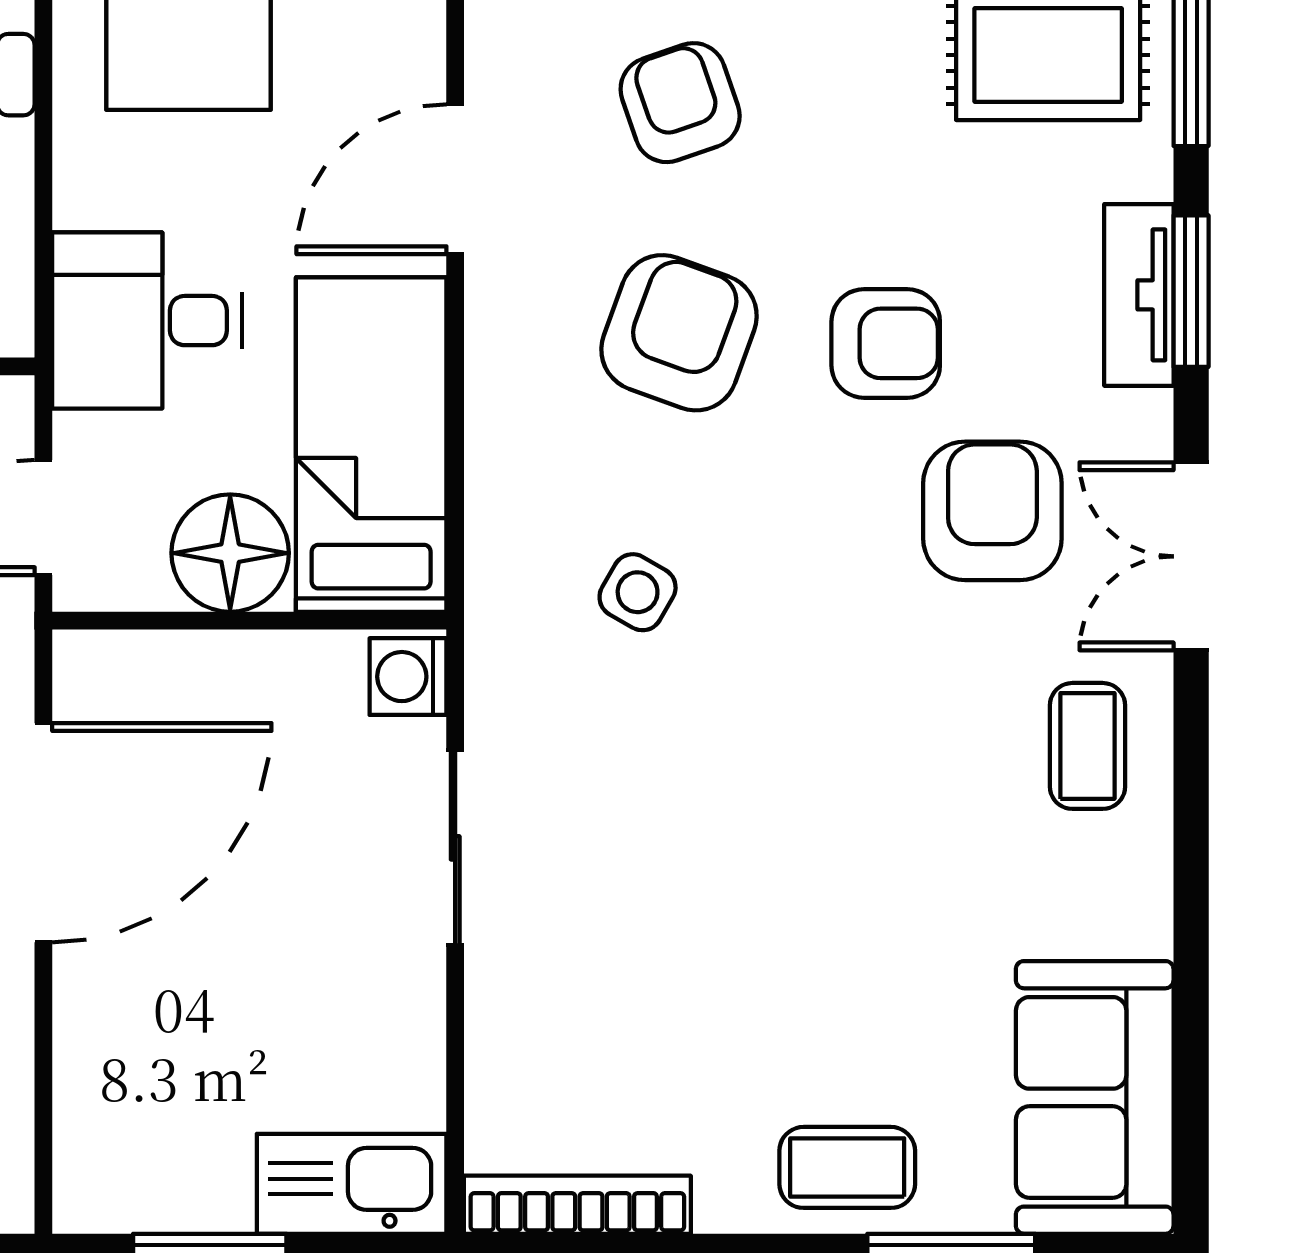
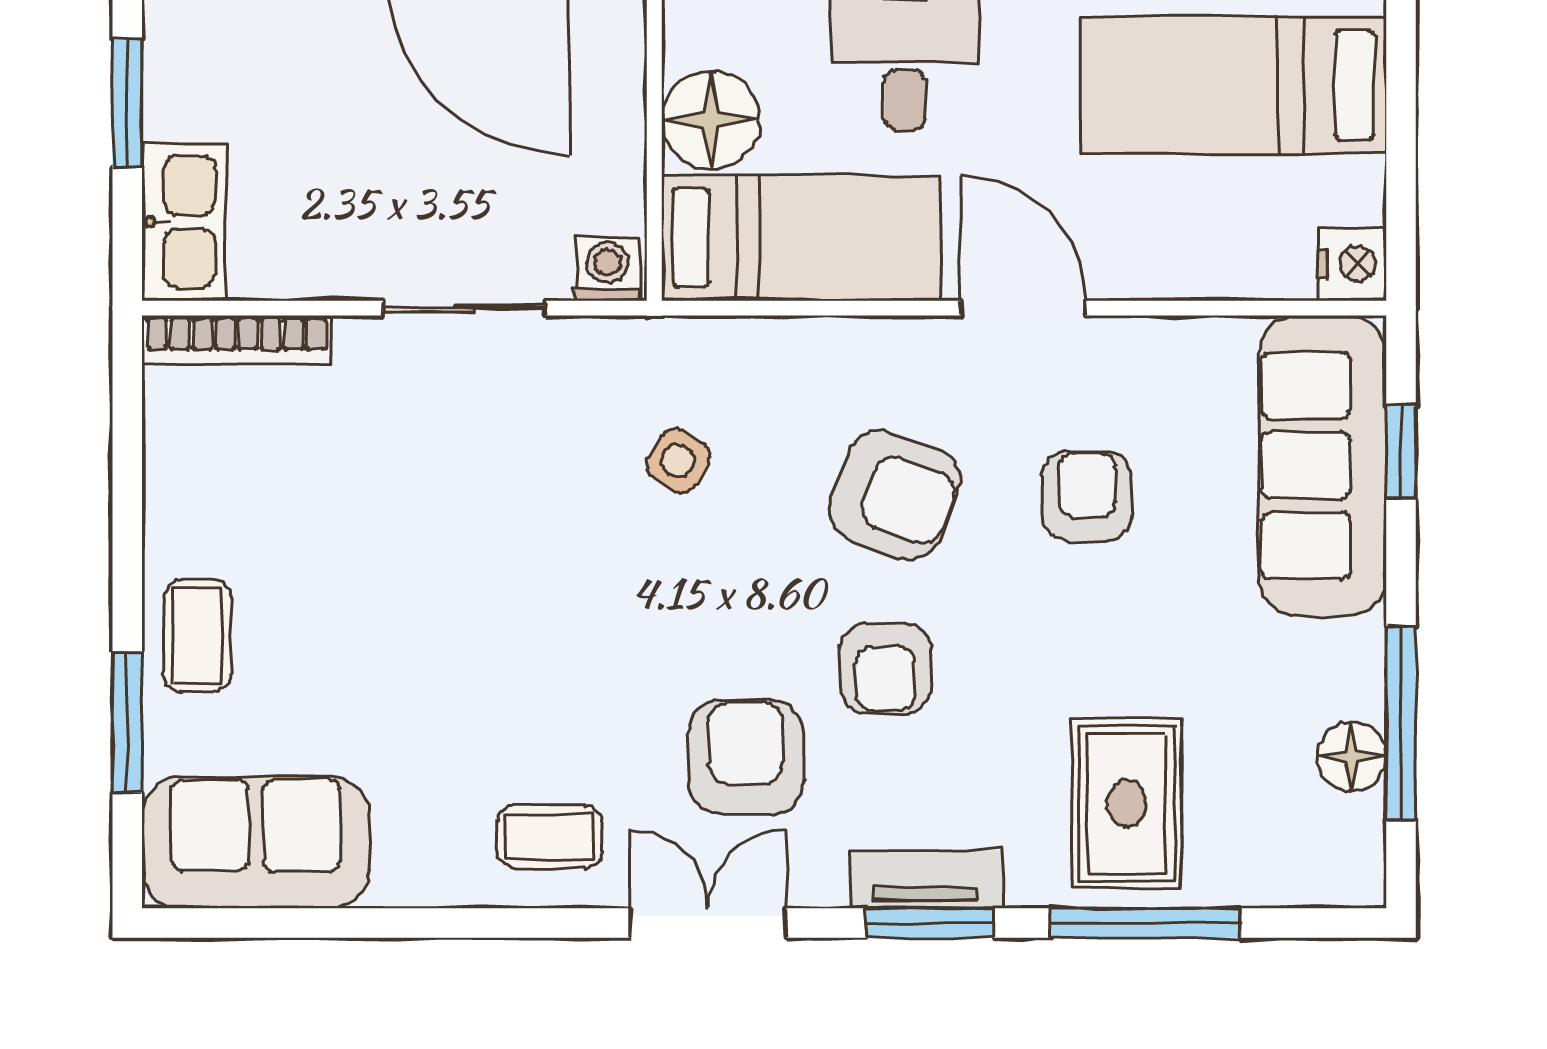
armchair: (680, 103) -> (1087, 496), turned -71
armchair: (992, 511) -> (746, 757), turned -90
bookcase: (577, 1205) -> (237, 340), moved, turned 90

